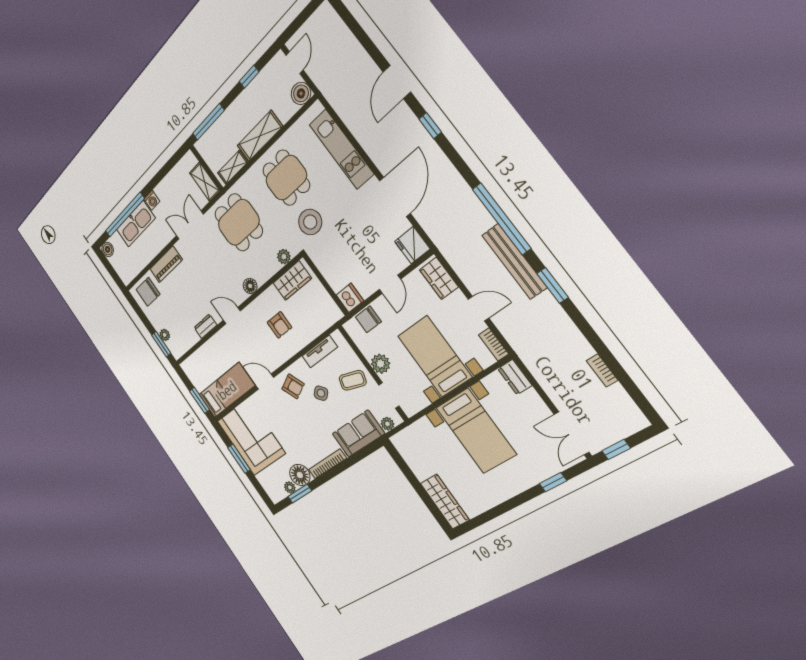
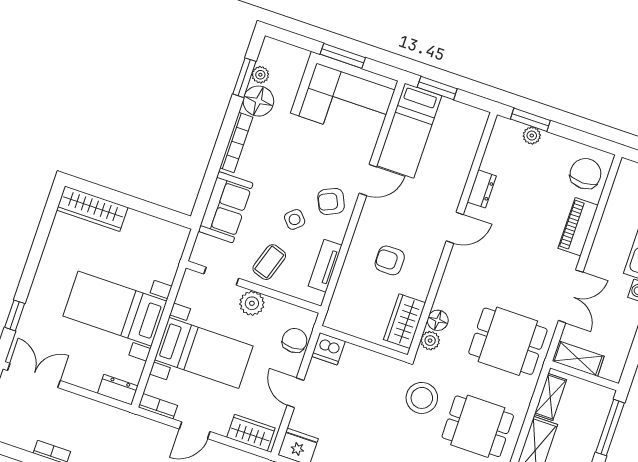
floor lamp: (250, 286) -> (438, 320), moved
plant: (387, 424) -> (203, 244), removed

